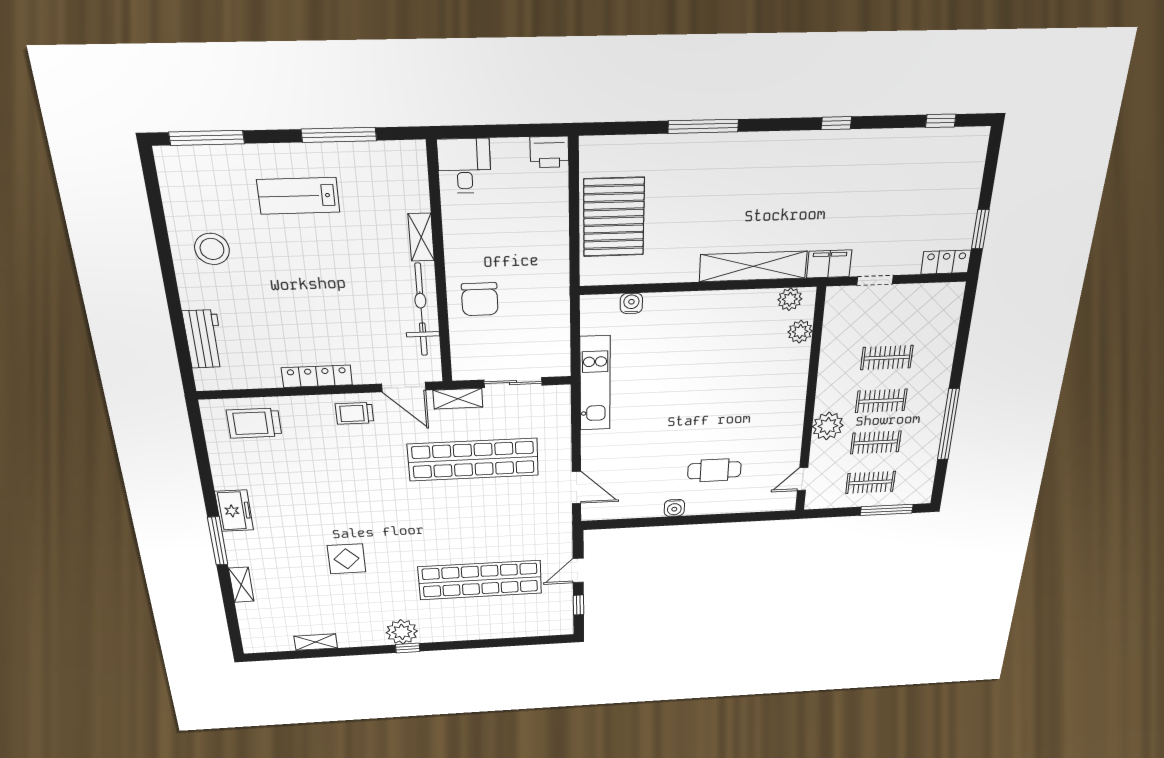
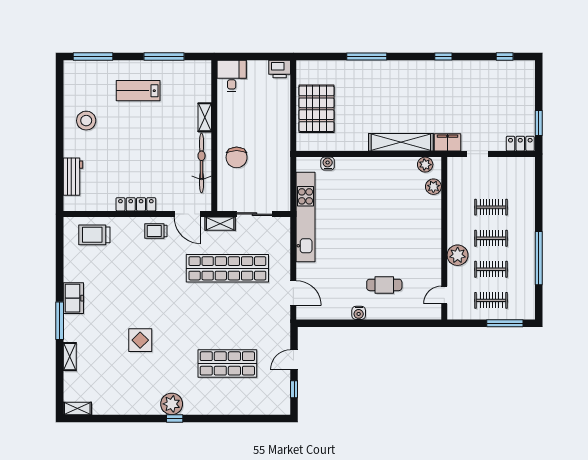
kitchen unit: (595, 383) -> (306, 217), width x1.36
shop shelf: (480, 580) -> (227, 363), width x0.71
shelving: (316, 642) -> (77, 408), moved

